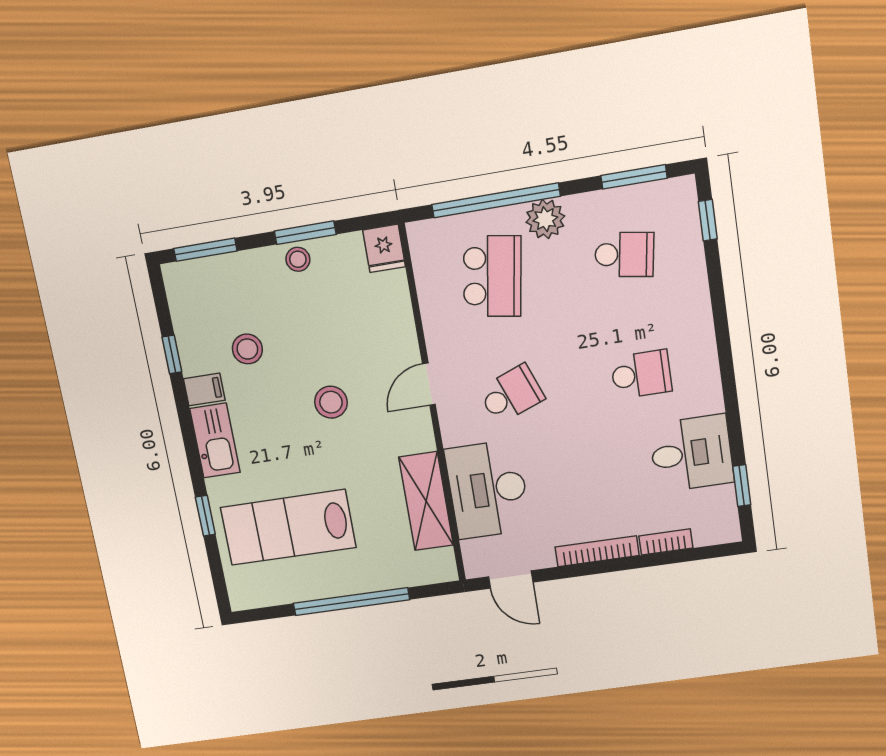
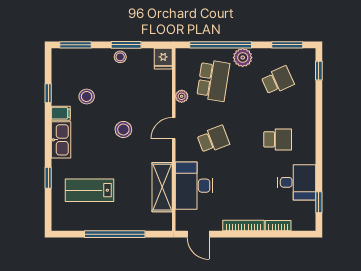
school desk: (624, 255) -> (278, 80), turned -33
plant: (434, 319) -> (182, 96), added
lab bench: (288, 527) -> (90, 190), width x0.73, depth x0.72

